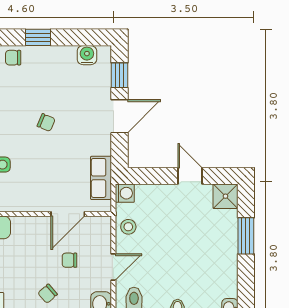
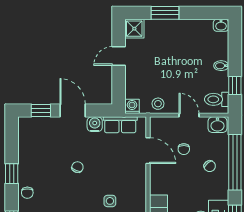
water cooler: (87, 55) -> (95, 124), moved, turned 90

